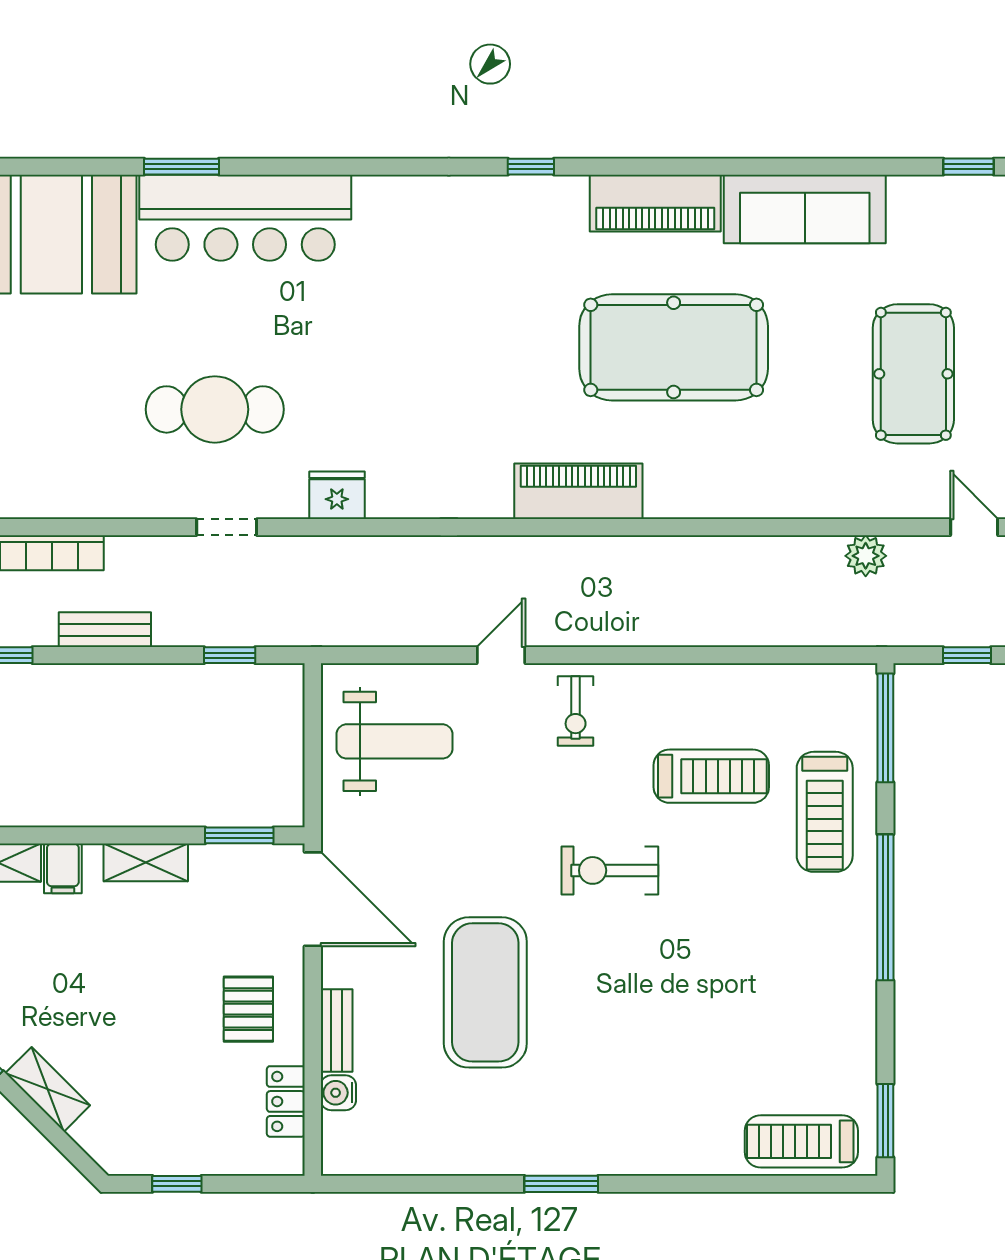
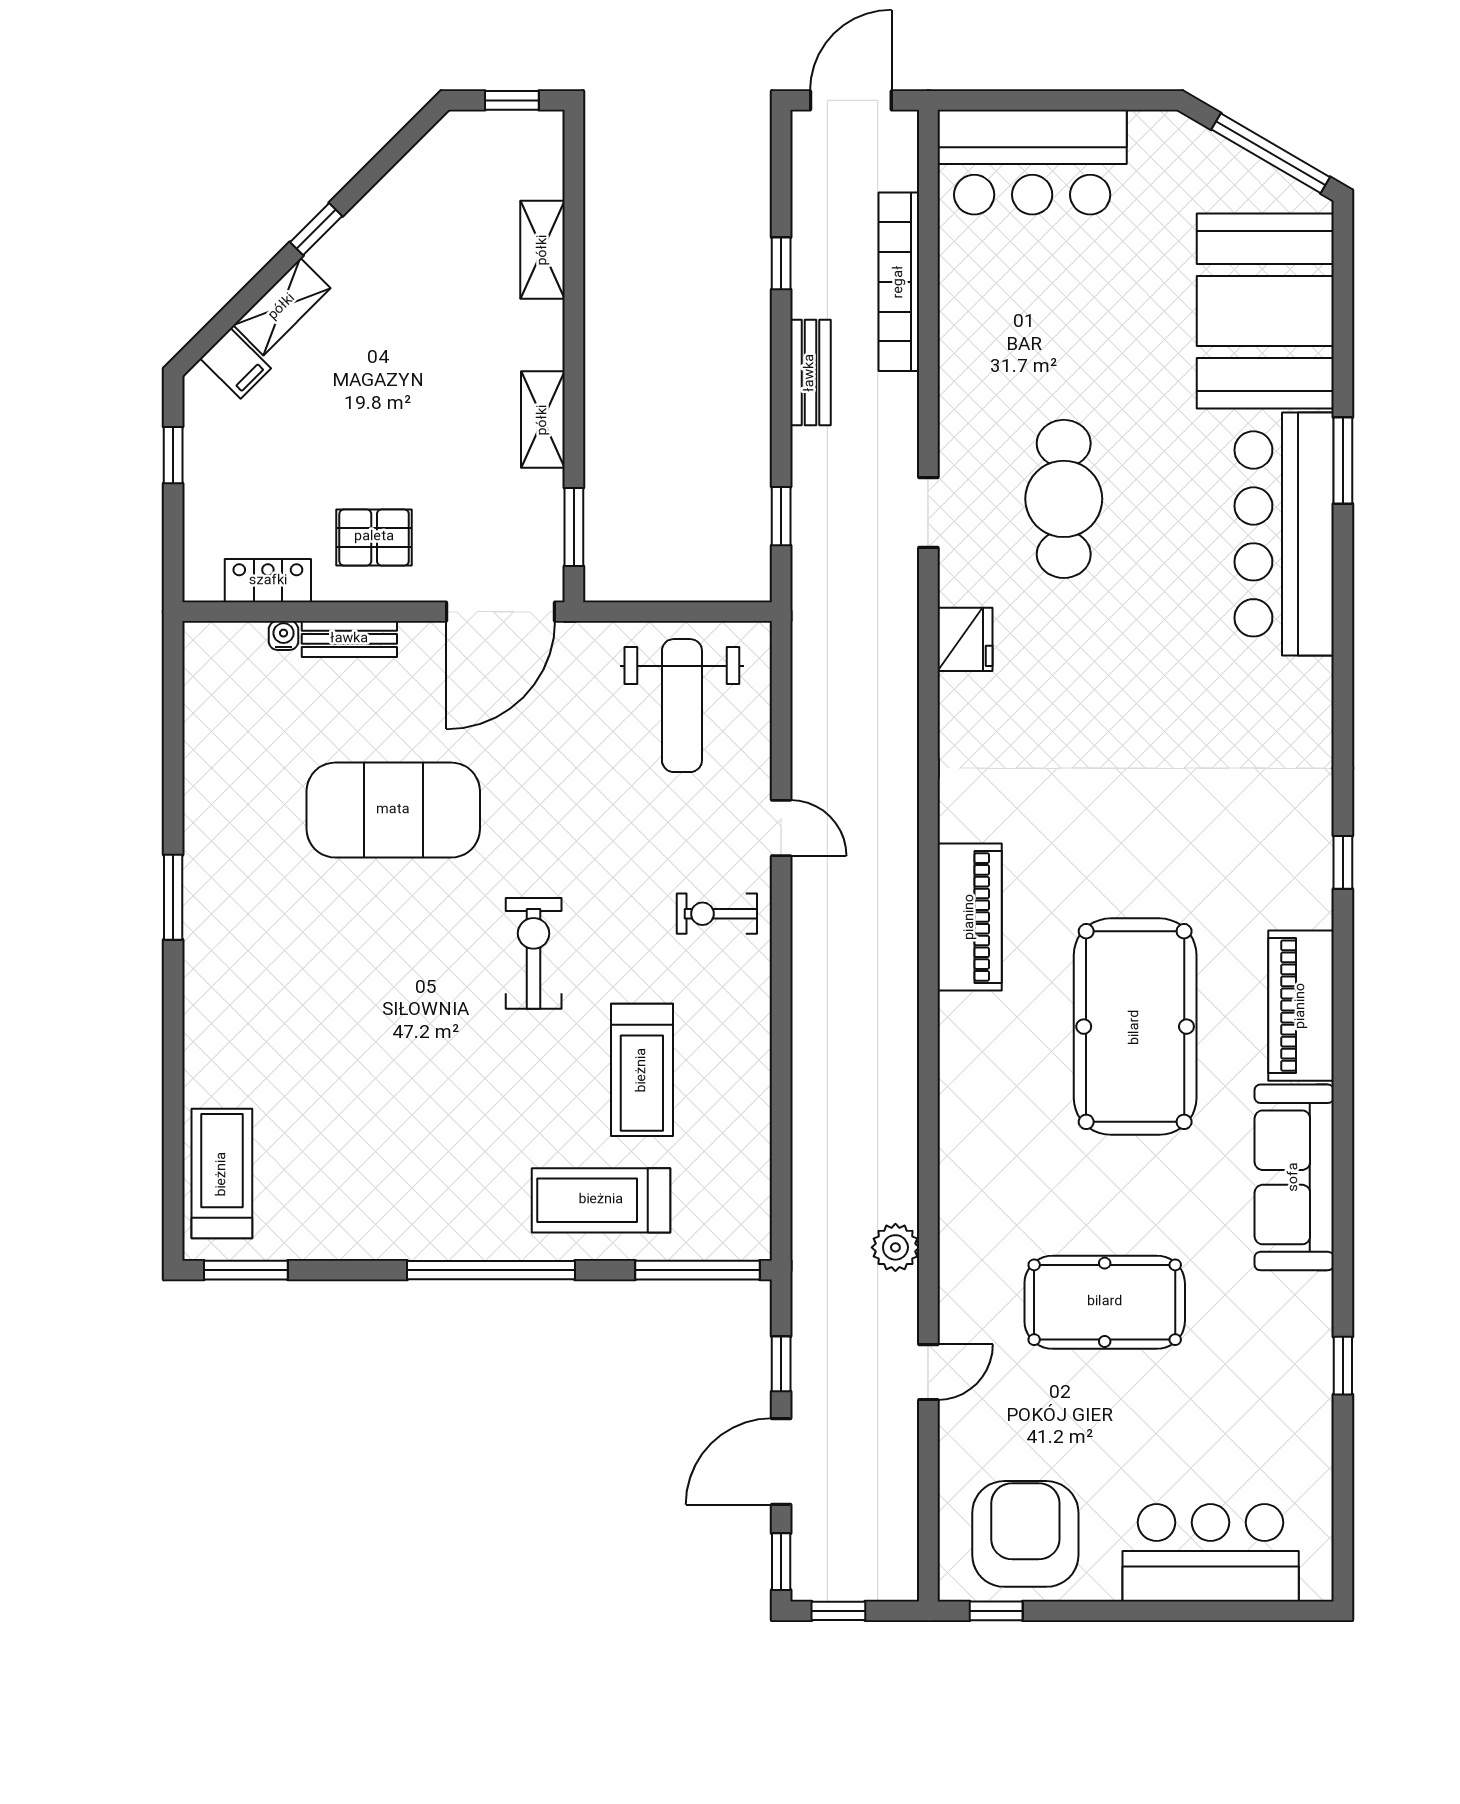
filing cabinet: (63, 868) -> (236, 363), moved, turned -135
water cooler: (338, 1093) -> (284, 635), width x0.72, depth x0.72

